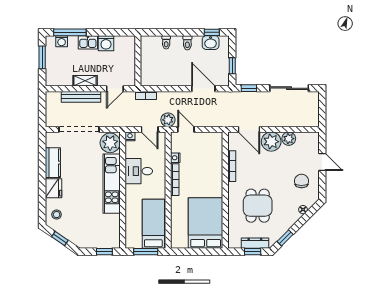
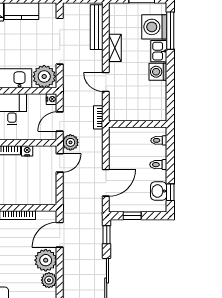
washing machine: (62, 41) -> (154, 27), width x1.89, depth x1.89
wall: (138, 61) -> (138, 124), moved
bench: (81, 97) -> (97, 27), moved

